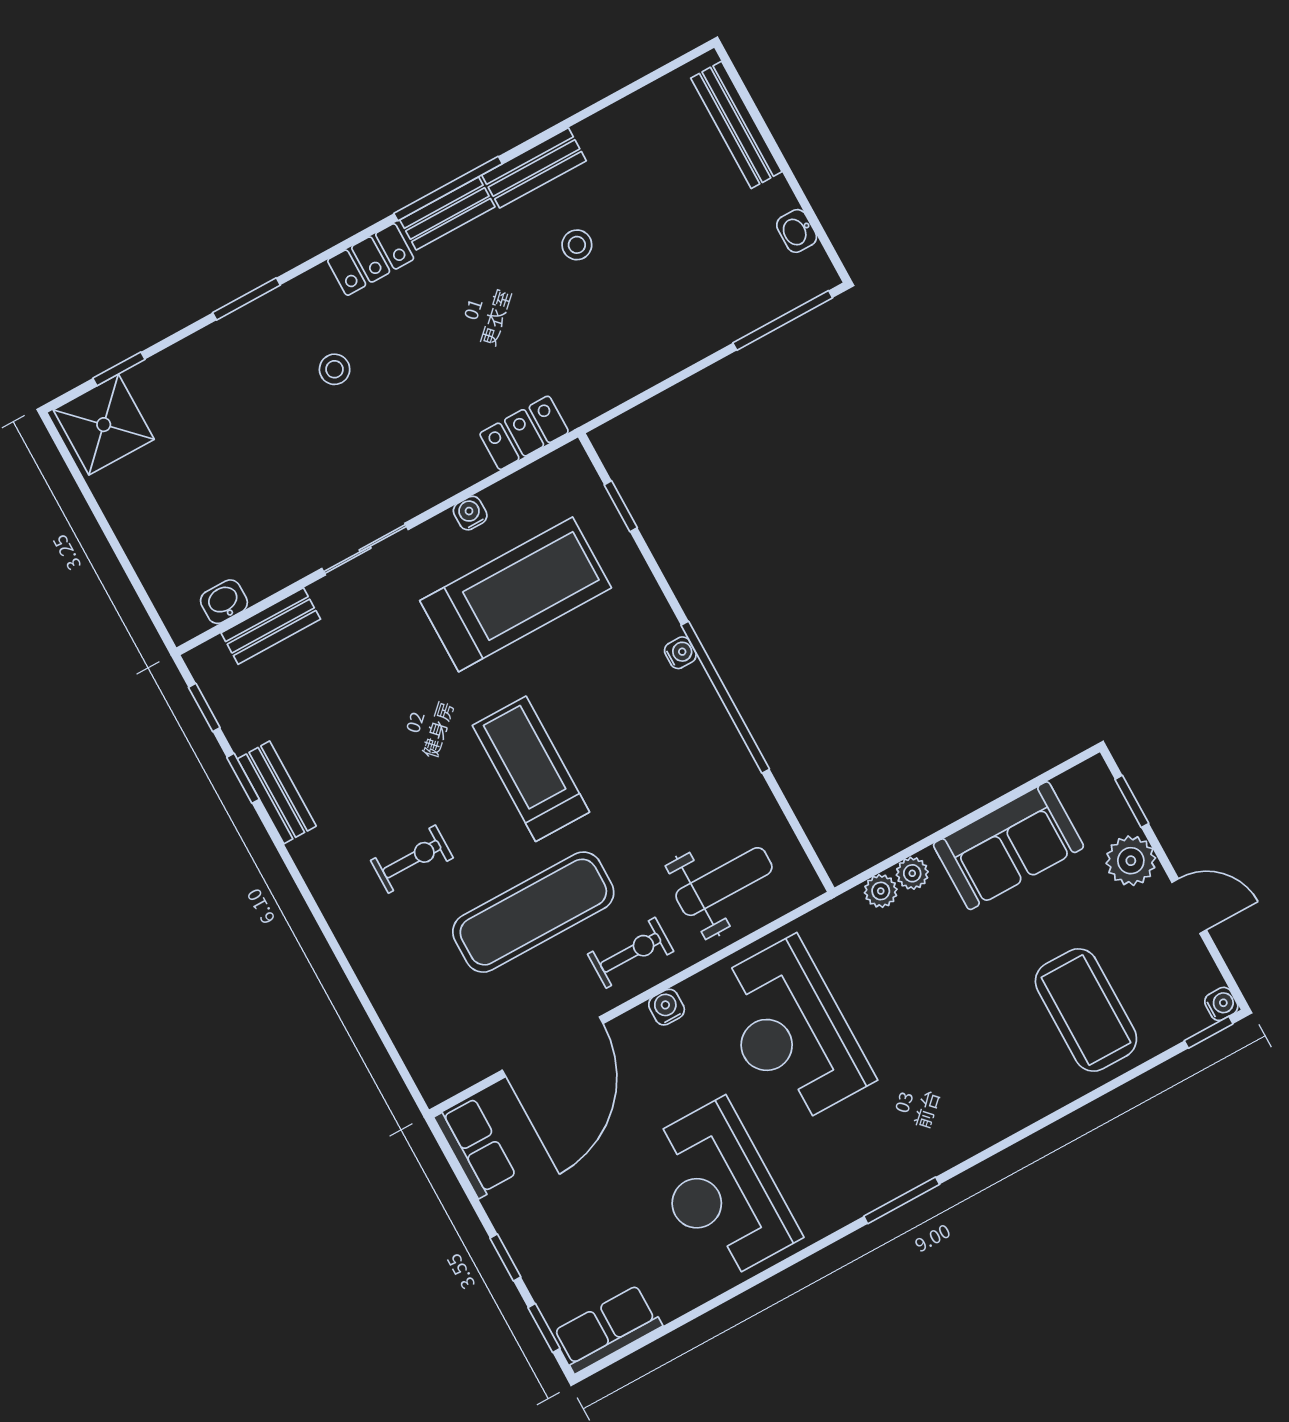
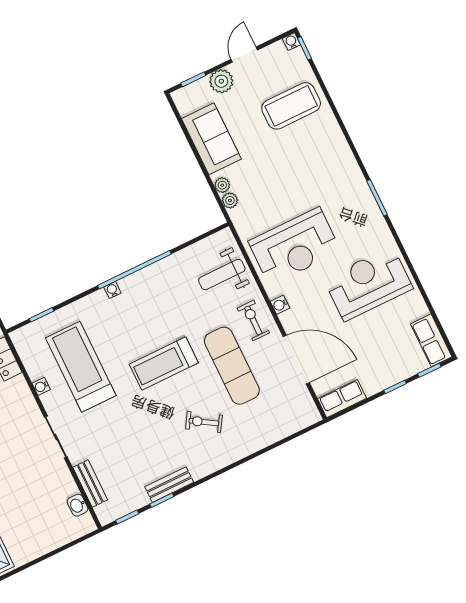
exercise bike: (412, 859) -> (204, 422), turned -58
weight bench: (724, 882) -> (222, 275), turned -90
reception desk: (720, 1190) -> (368, 284), turned 180

